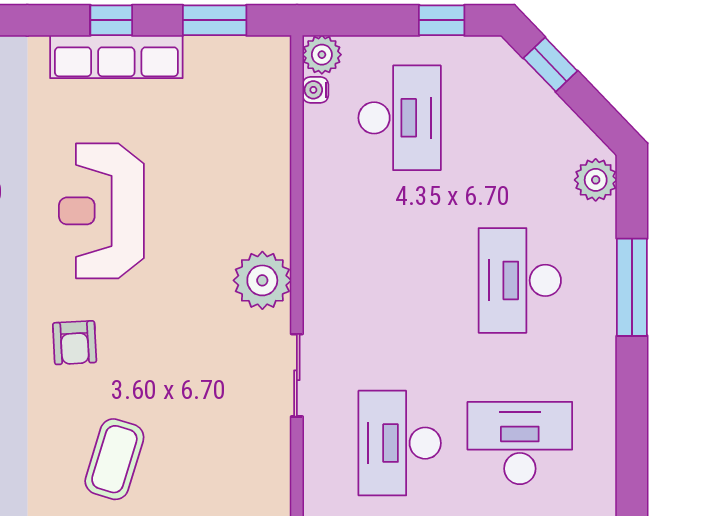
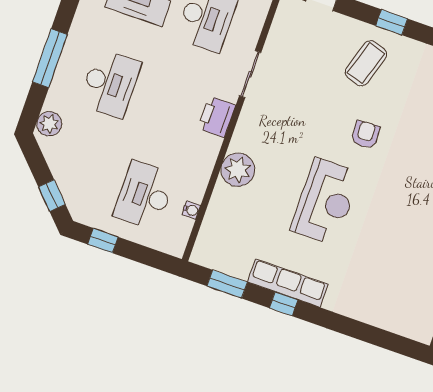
plant: (322, 55) -> (175, 245), removed
water cooler: (315, 90) -> (191, 210), moved
plant: (262, 280) -> (238, 170), moved
printer: (327, 287) -> (217, 117), added

